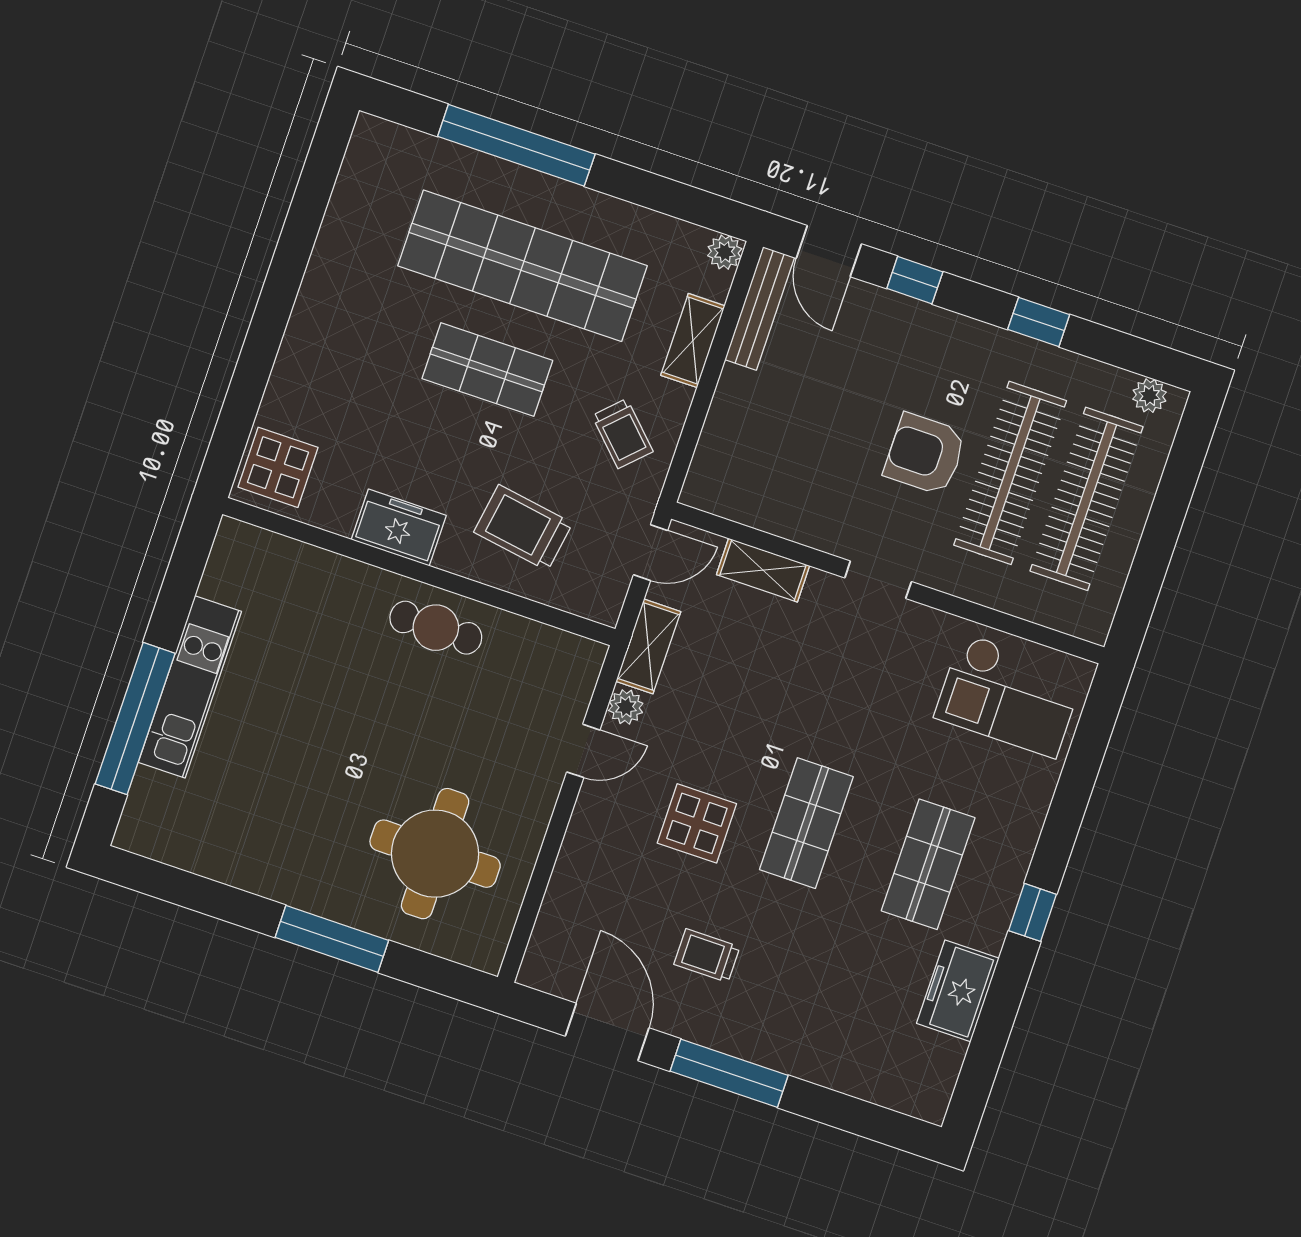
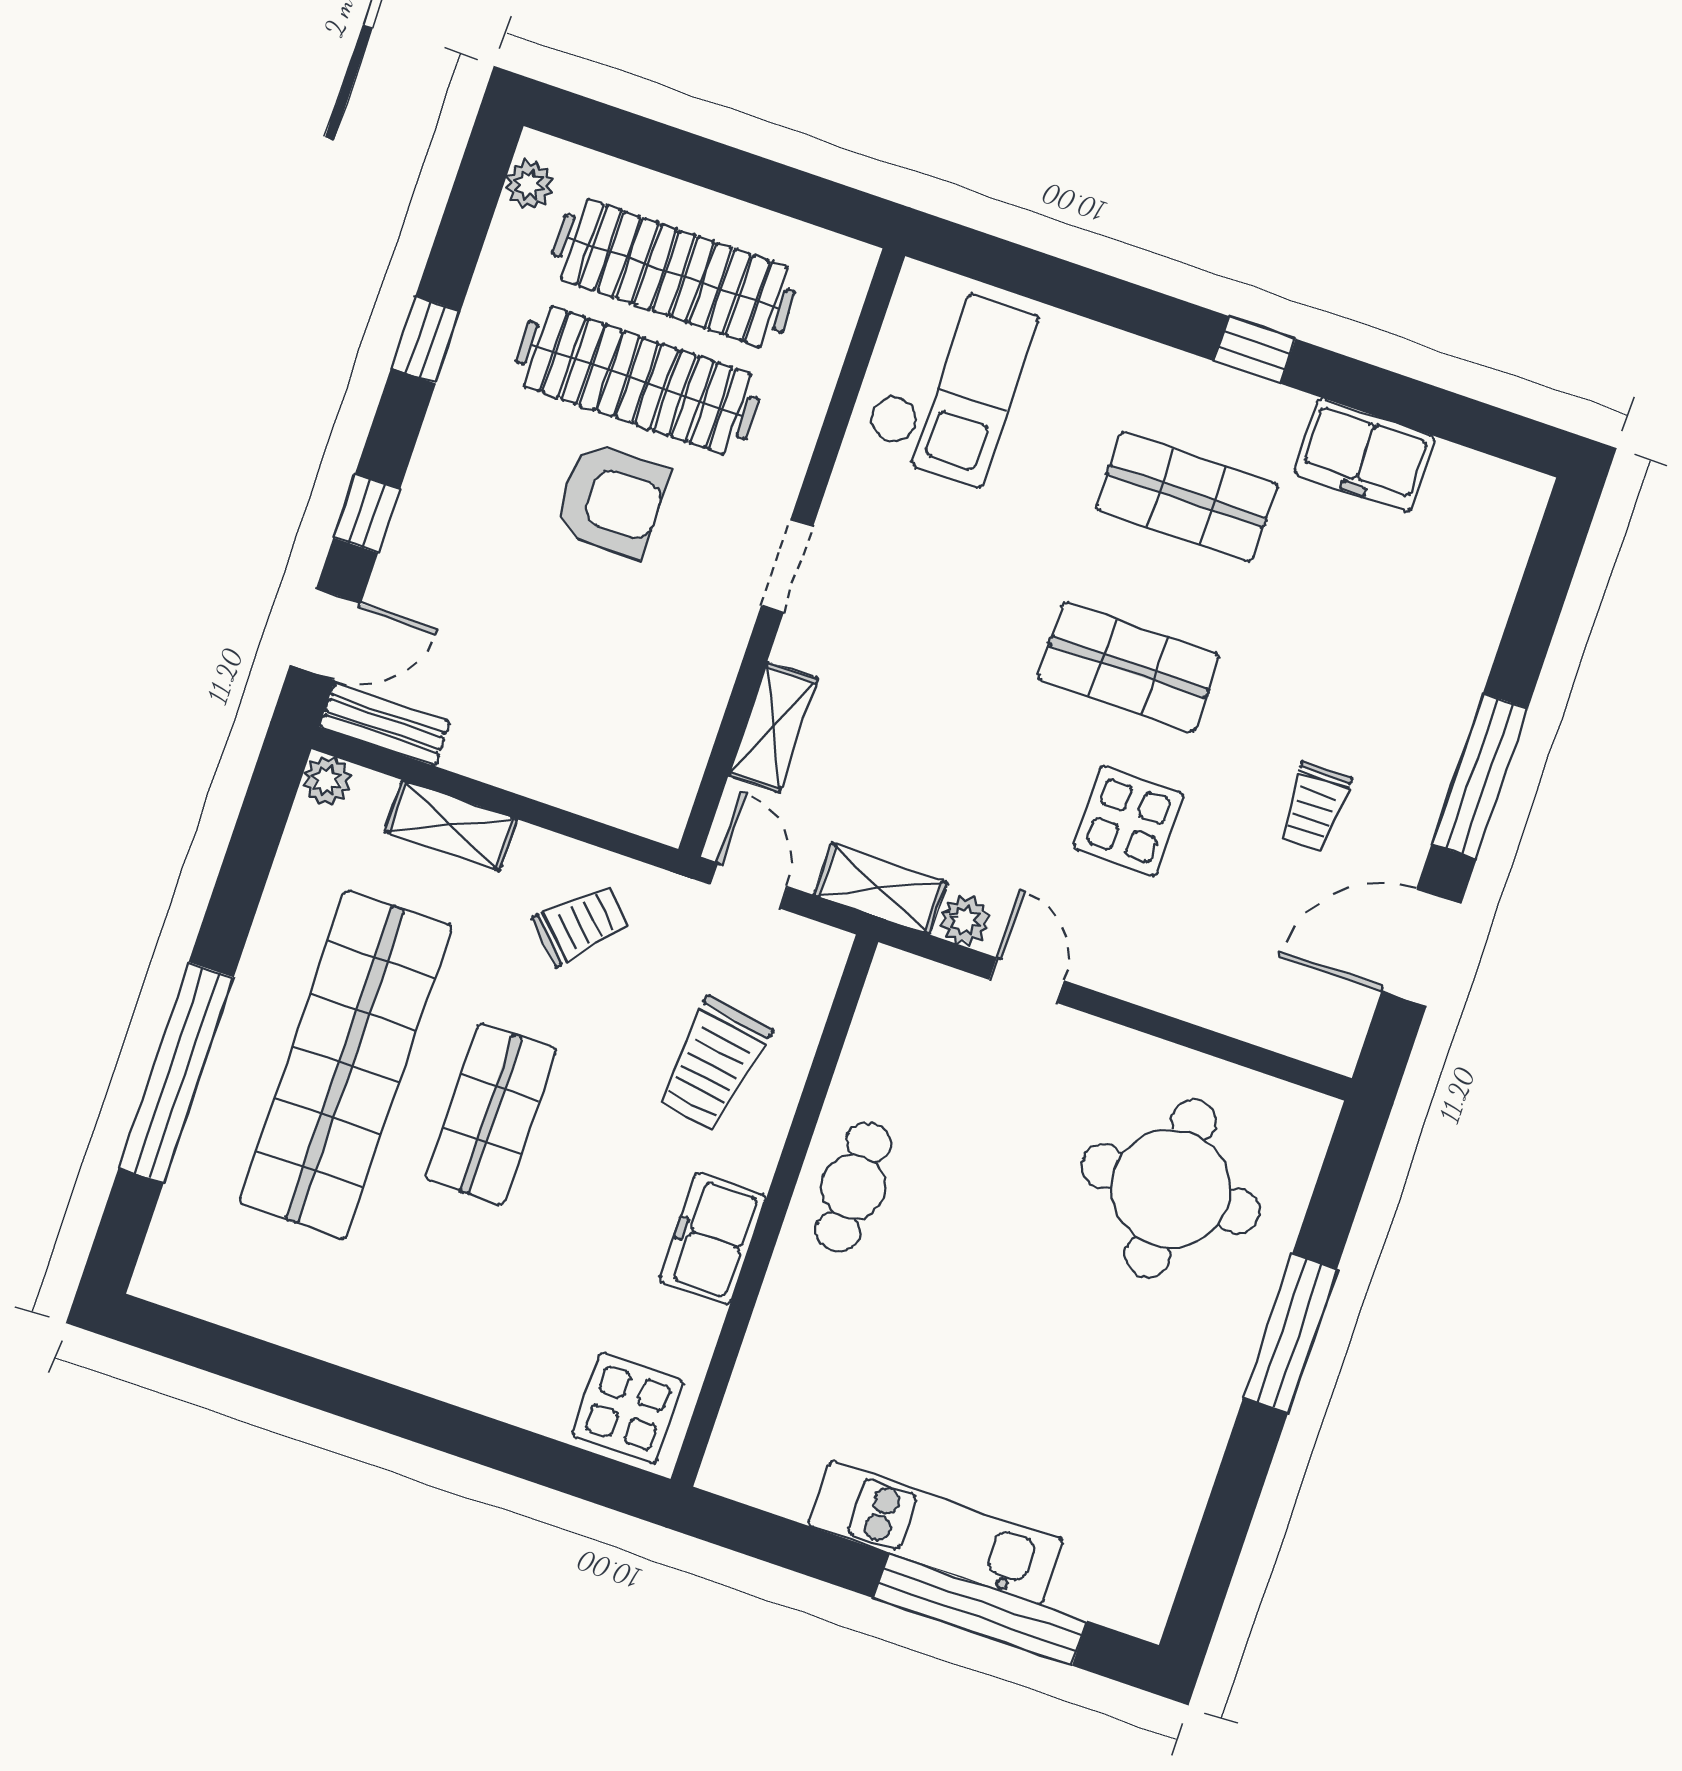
bench: (760, 308) -> (385, 724), width x0.73
armchair: (925, 454) -> (611, 500), turned -90

